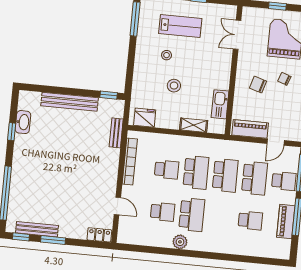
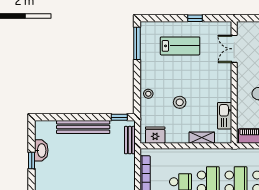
stool: (167, 55) -> (148, 94), moved
bench: (116, 133) -> (130, 140), moved

